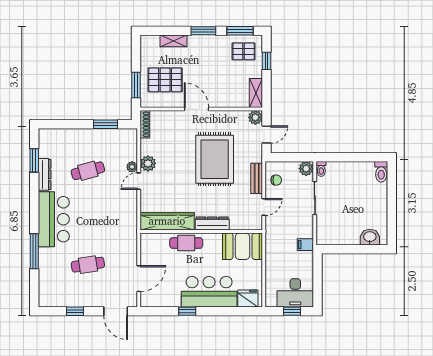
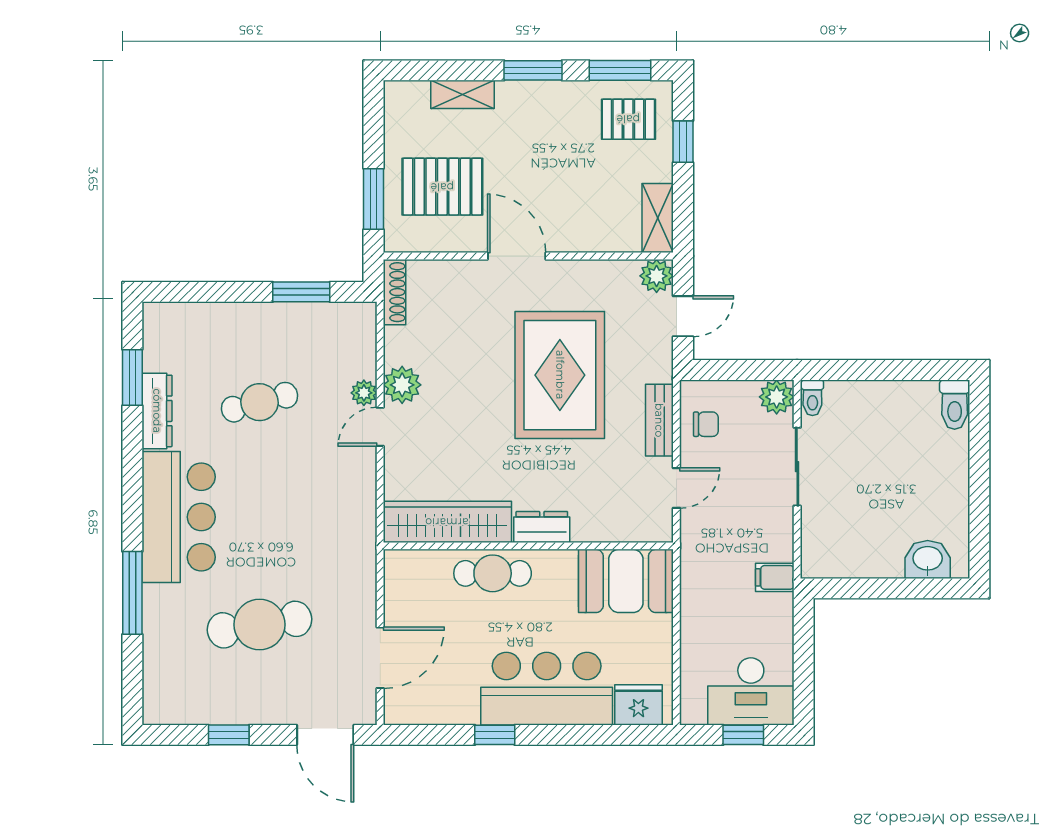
dresser: (212, 223) -> (542, 527), width x0.70
cafe table: (88, 265) -> (260, 625), width x1.37, depth x1.35

